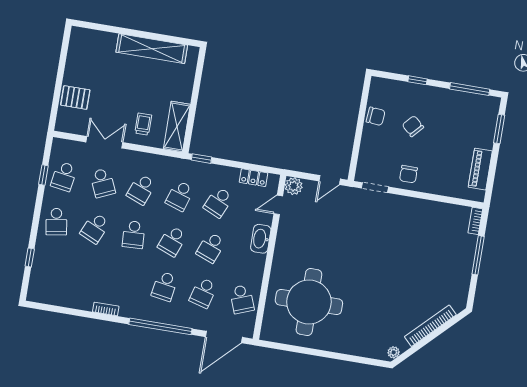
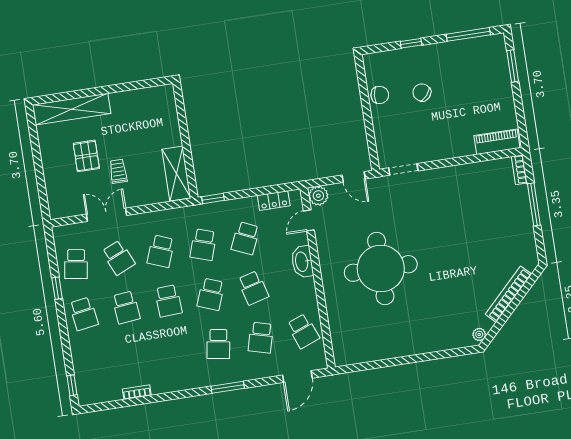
shelving: (152, 49) -> (72, 109), moved
pallet: (75, 98) -> (86, 156), moved, turned 90
trolley: (143, 124) -> (118, 171), moved
piano: (480, 169) -> (497, 142), moved, turned 90
chair: (408, 174) -> (434, 144), removed
window: (43, 175) -> (57, 288), moved
door: (330, 180) -> (354, 177), hinge flipped
school desk: (95, 228) -> (126, 307), turned -30
school desk: (211, 247) -> (253, 288), turned -36
window: (30, 258) -> (72, 385), moved
round table: (309, 302) -> (381, 268), moved
bookcase: (106, 309) -> (137, 392), moved
window: (160, 326) -> (228, 387), width x0.47
door: (224, 337) -> (297, 377), width x0.73

